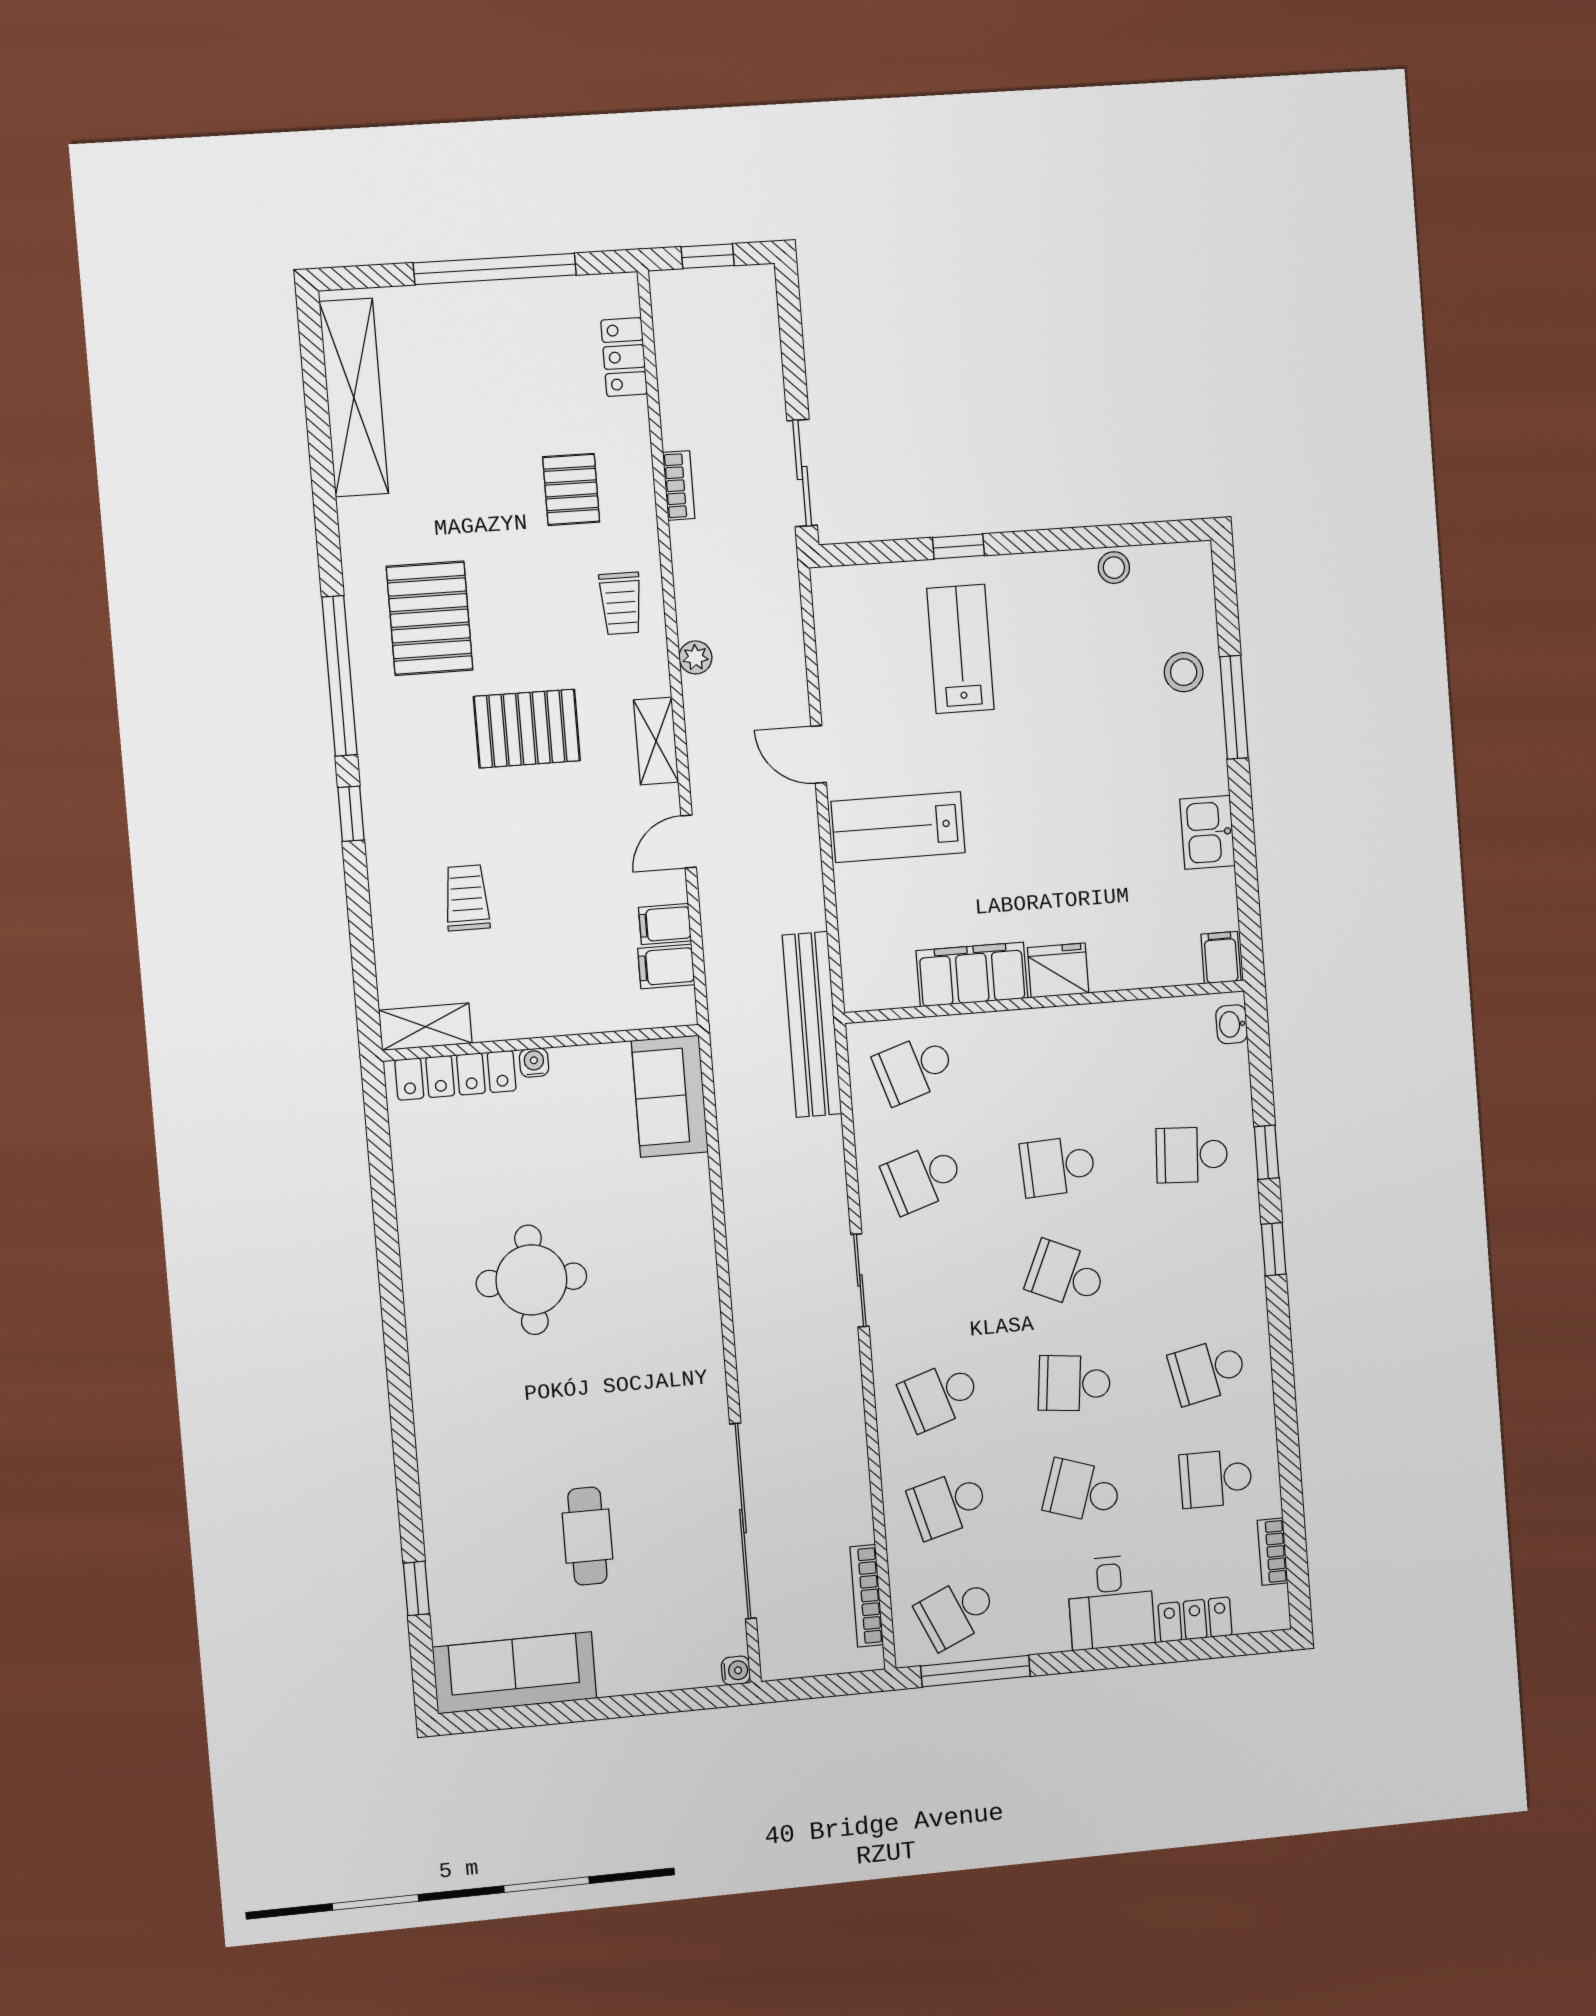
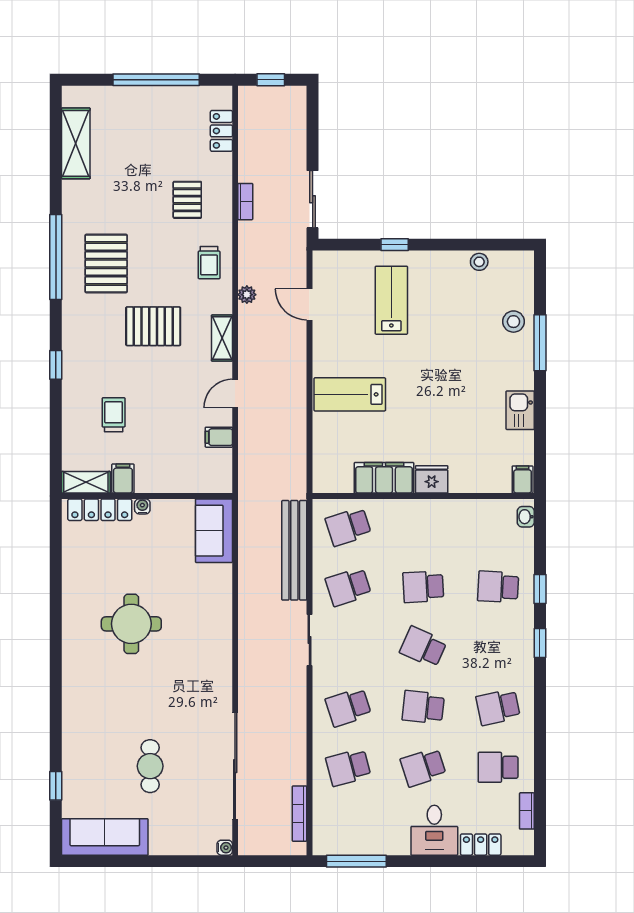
shelving: (354, 398) -> (76, 143), width x0.68
window: (339, 676) -> (56, 257), moved
door: (819, 754) -> (309, 304), moved
filing cabinet: (666, 967) -> (123, 479), moved, turned 90
bench: (812, 1025) -> (294, 550), moved
school desk: (1082, 1491) -> (423, 767), turned -36
school desk: (957, 1612) -> (348, 827), removed

